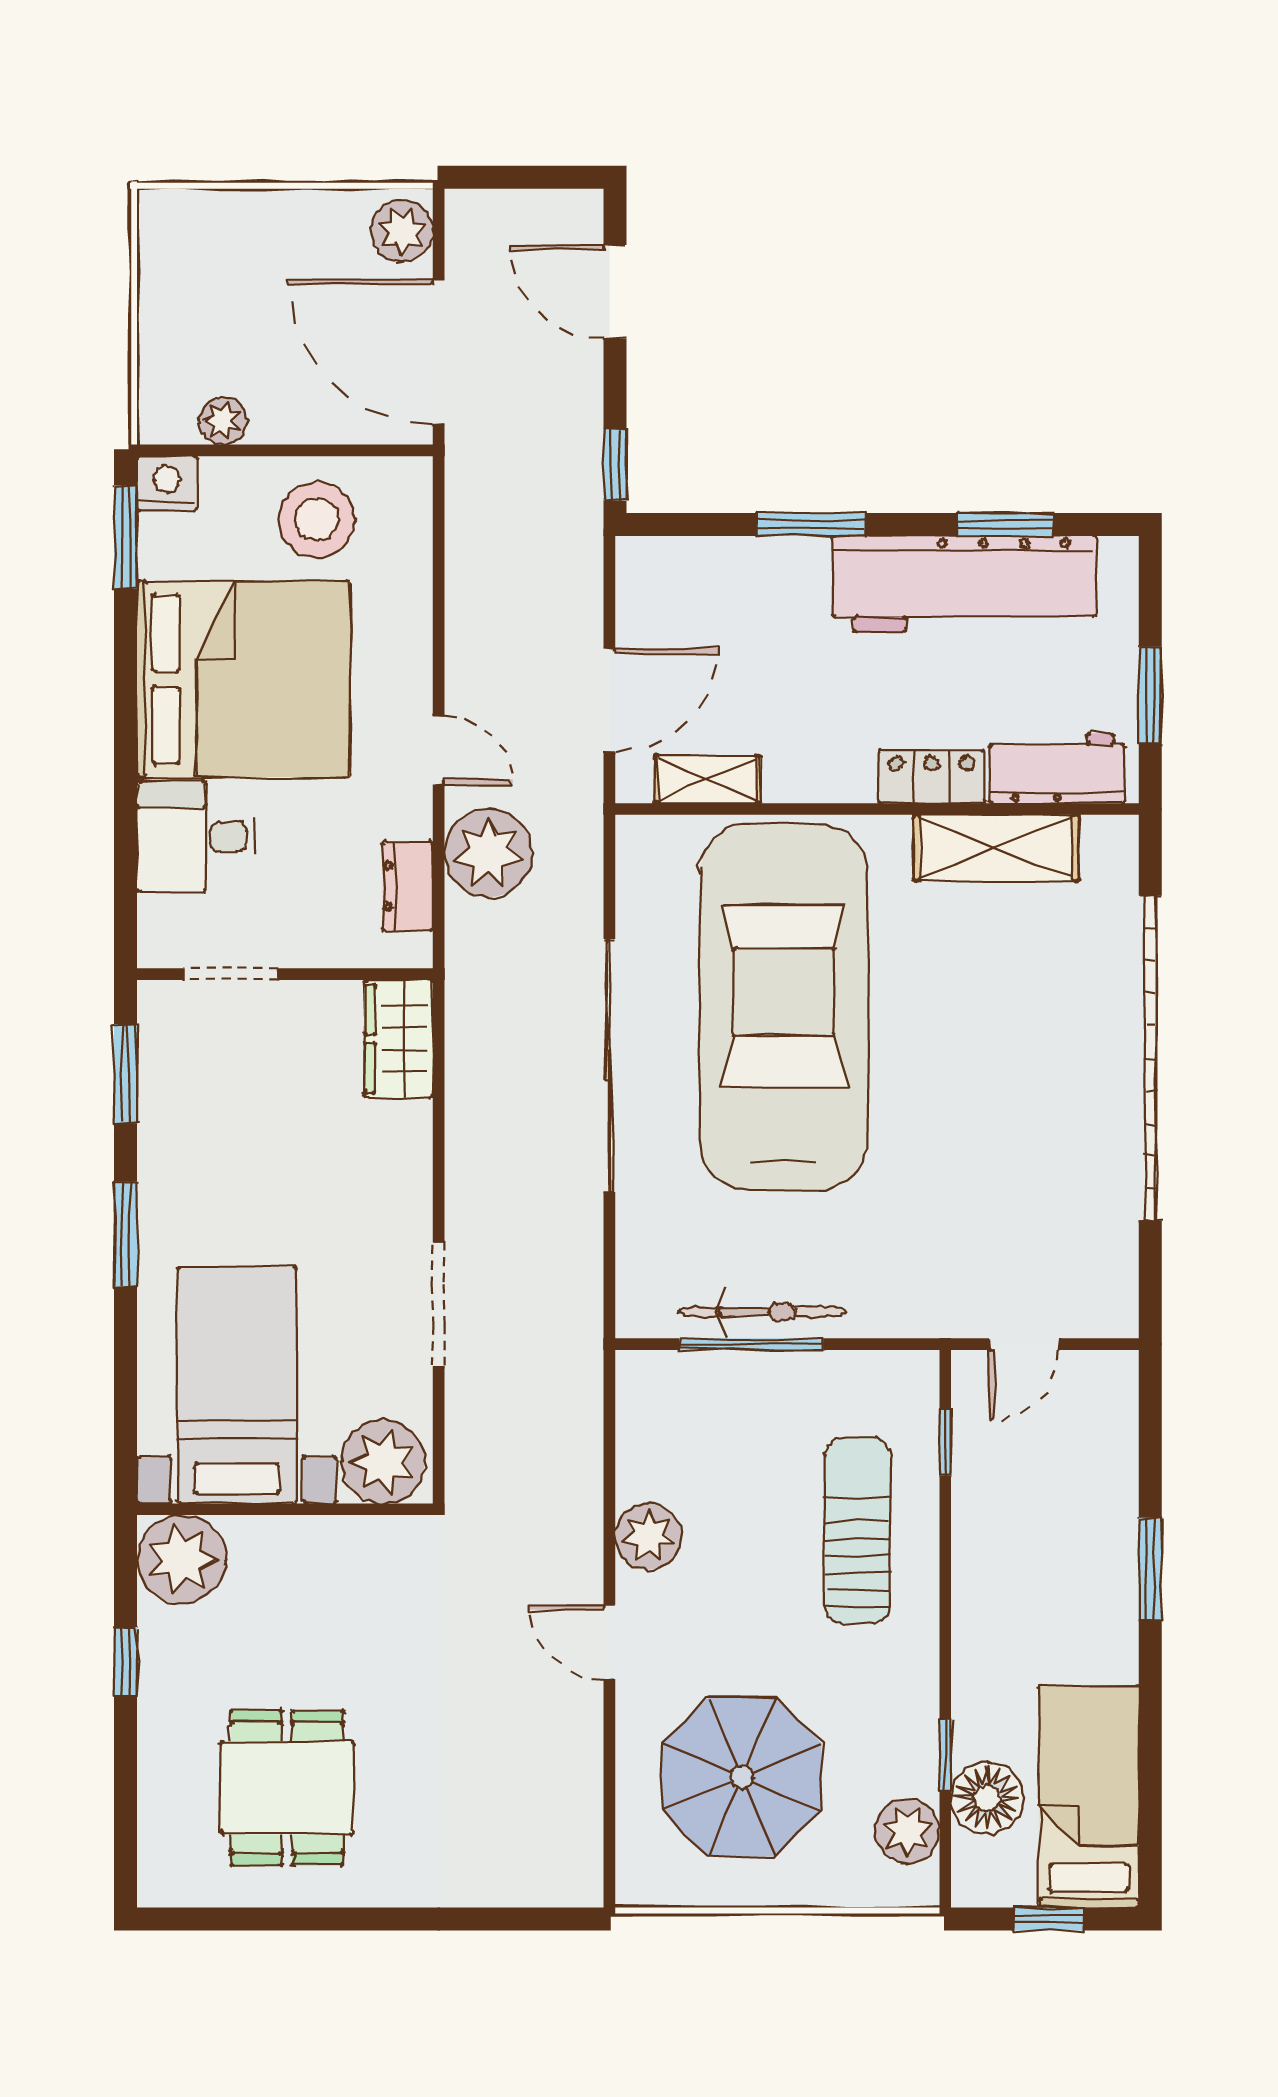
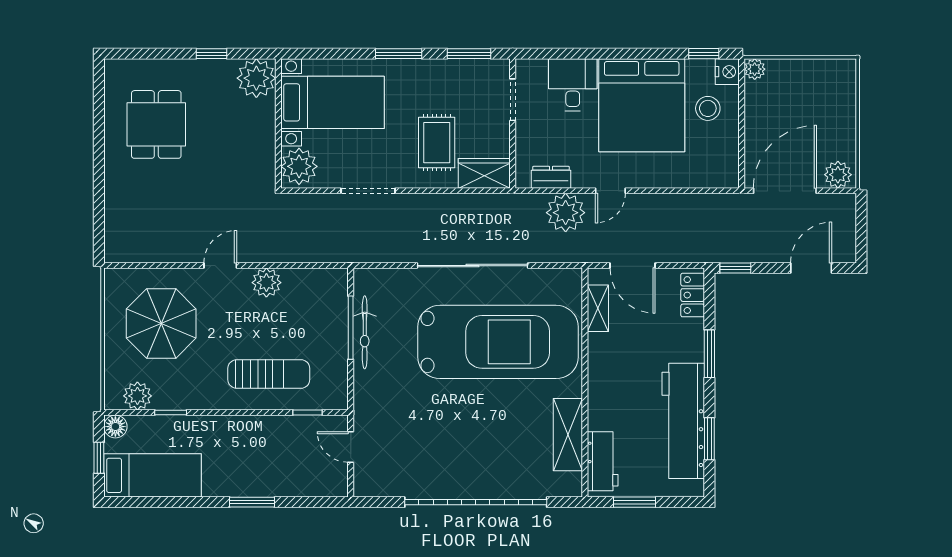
plant: (223, 421) -> (755, 69), moved
stool: (317, 520) -> (708, 108), moved, width x0.73, depth x0.73
window: (126, 537) -> (704, 54), width x0.67
locker: (932, 777) -> (693, 295), moved, turned 180
rug: (329, 1147) -> (437, 143), added
dining table: (287, 1788) -> (156, 124), turned 90
floor lamp: (987, 1798) -> (115, 427), moved, width x0.73, depth x0.73

